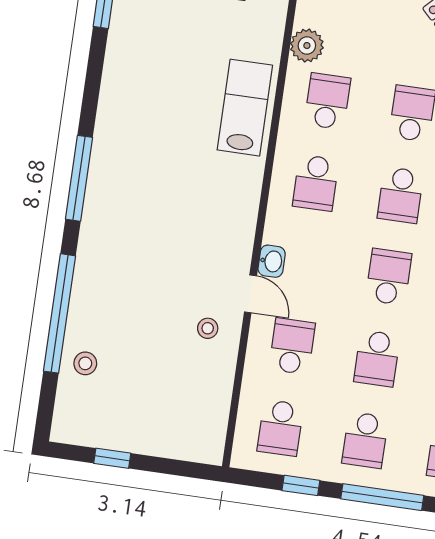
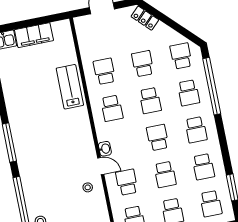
plant: (307, 46) -> (87, 51), removed

